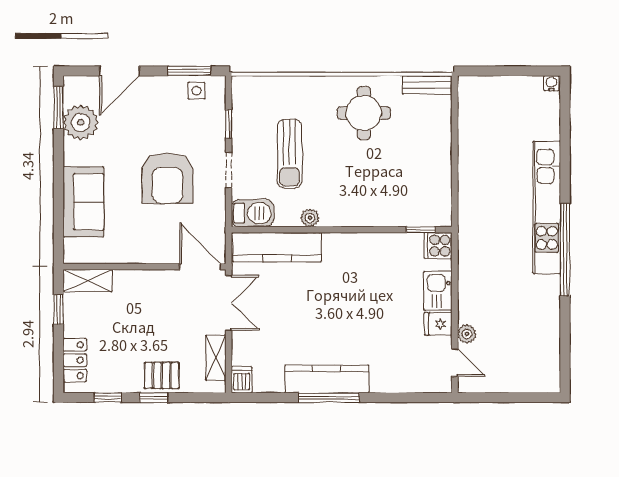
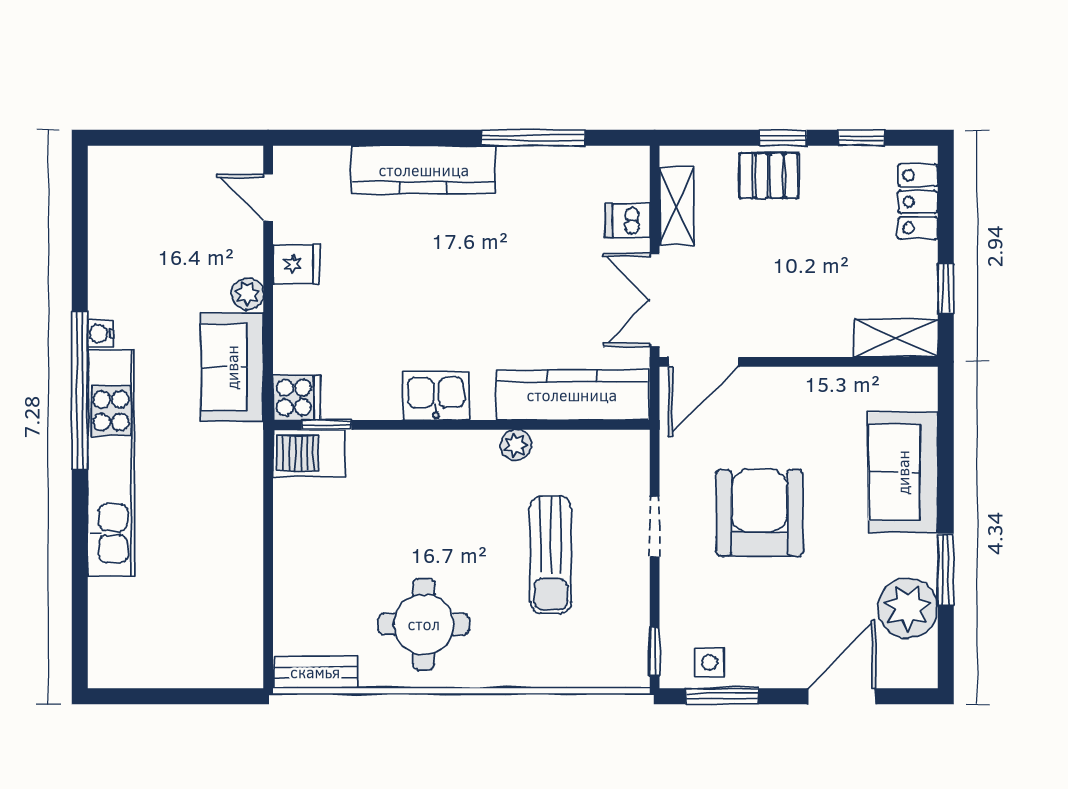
water cooler: (551, 83) -> (101, 334), moved, turned 90
window: (58, 108) -> (946, 570), moved
window: (229, 124) -> (655, 652), moved
sun lounger: (290, 154) -> (551, 555), turned 180
barbecue: (253, 213) -> (309, 453), moved
sofa: (476, 263) -> (232, 367), added
door: (200, 267) -> (704, 362), hinge flipped
kitchen sink: (438, 291) -> (436, 396), moved, turned -90
plant: (467, 334) -> (248, 294), moved
kitchen counter: (327, 379) -> (424, 170), moved
dishwasher: (242, 380) -> (627, 221), moved, turned 90
window: (329, 398) -> (533, 138), moved

